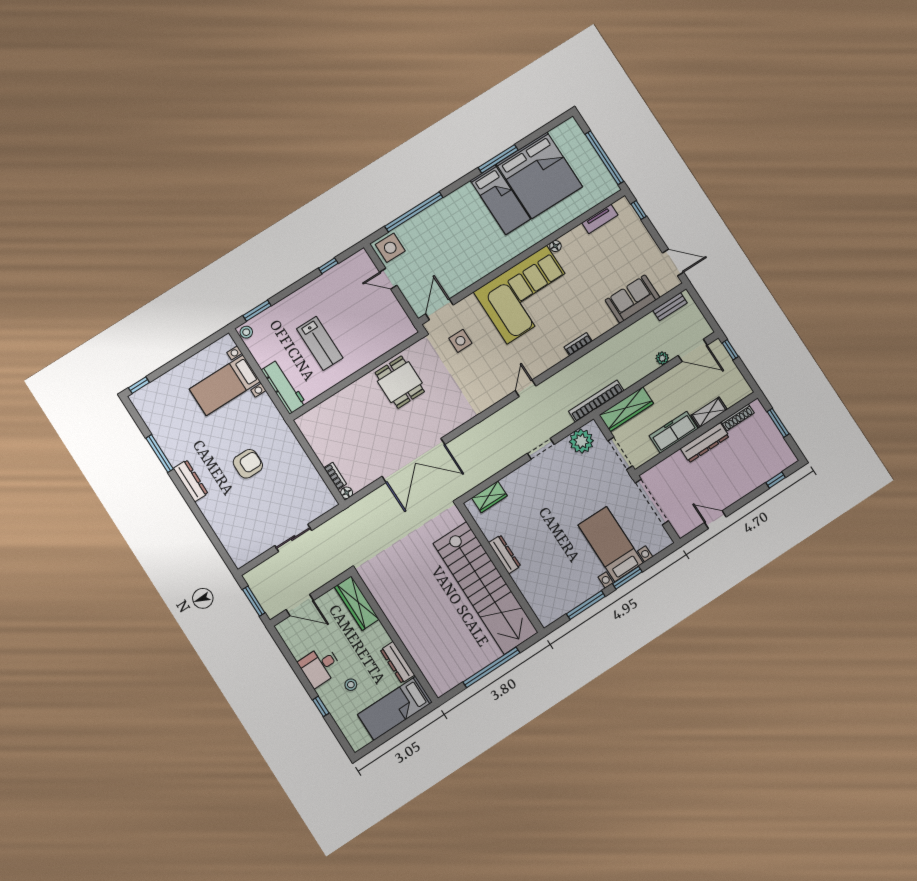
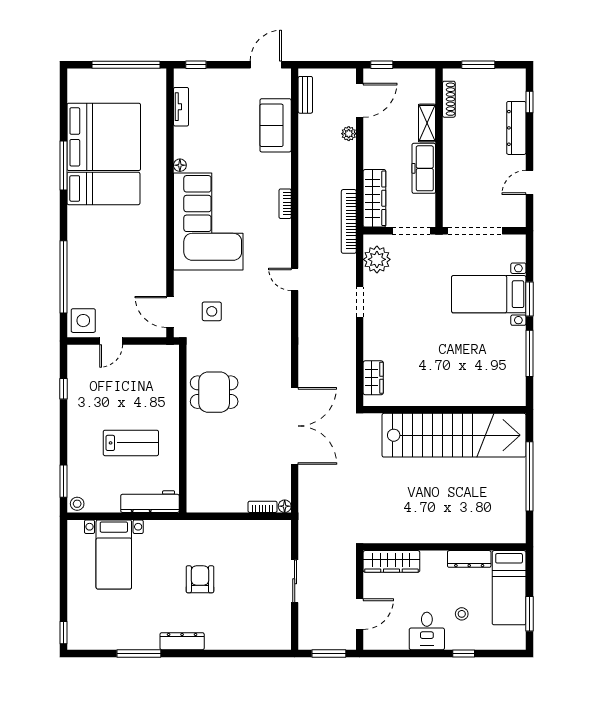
dresser: (705, 443) -> (516, 128), moved, turned 180
dresser: (504, 554) -> (435, 398), removed
window: (385, 738) -> (529, 614), added

